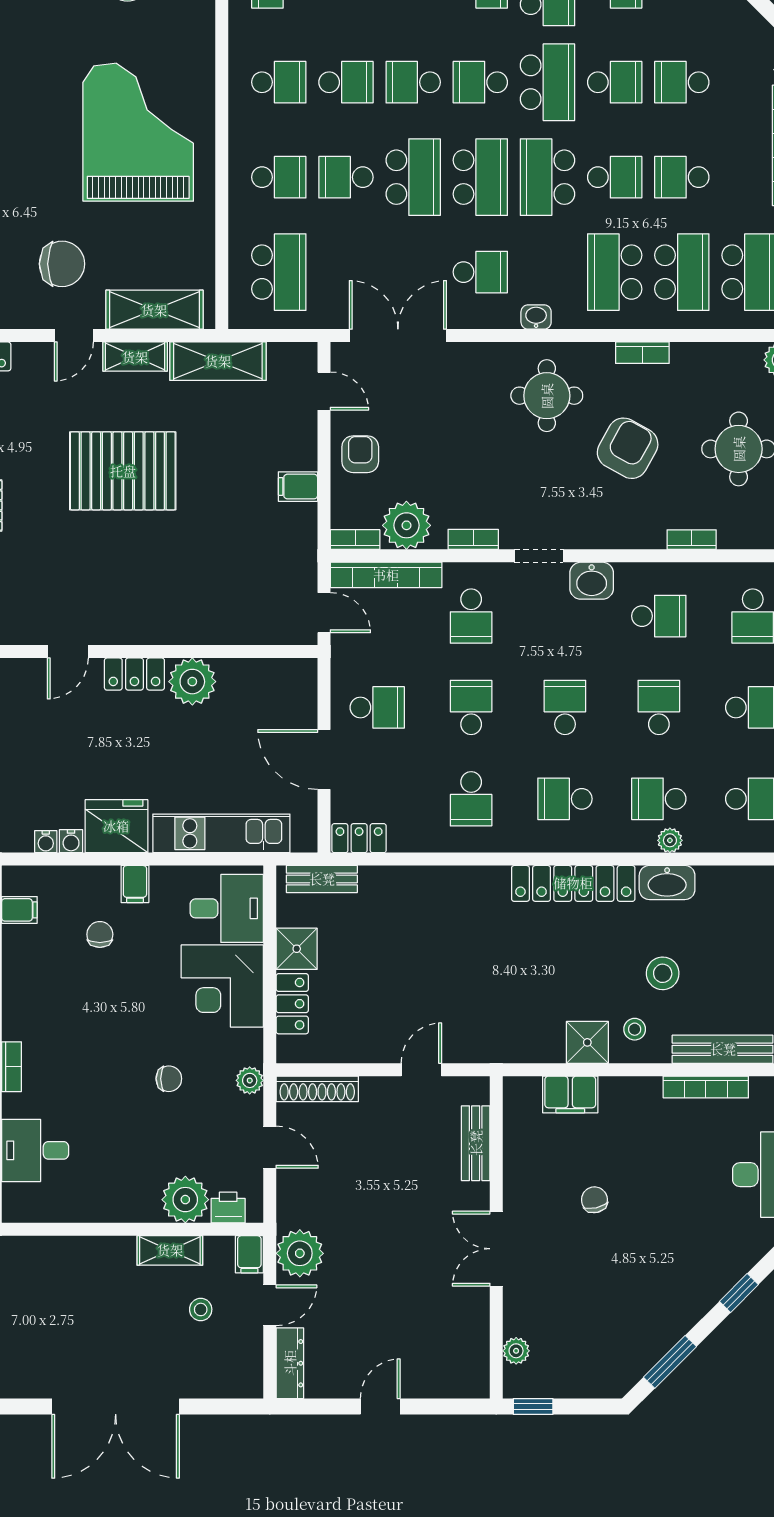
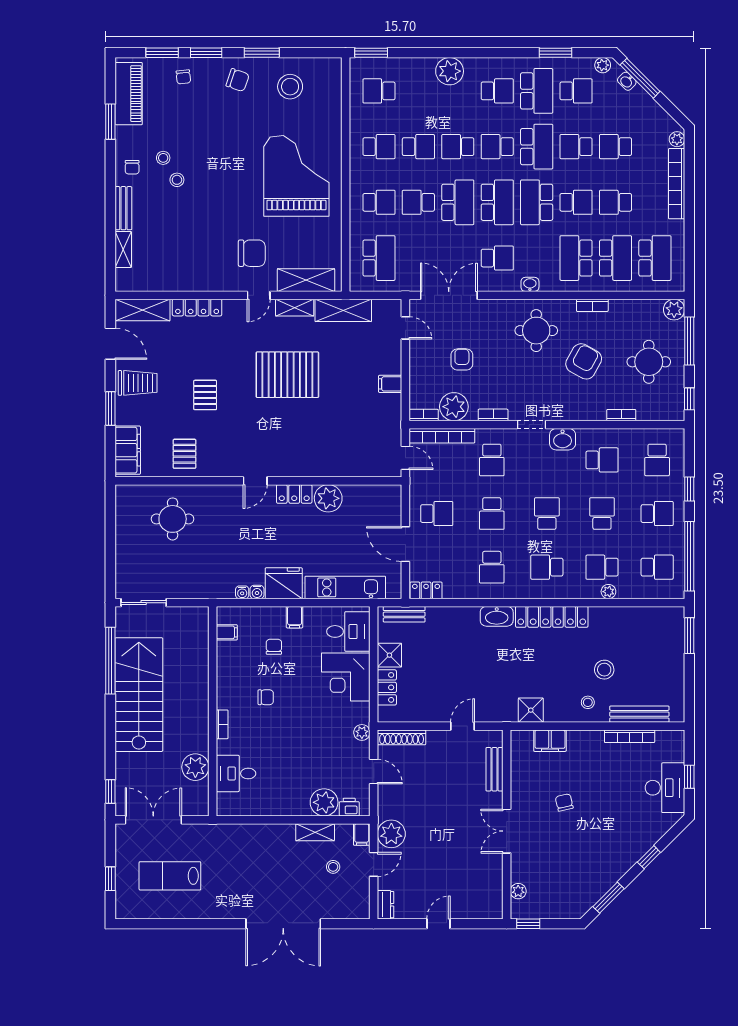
school desk: (615, 82) -> (576, 147), turned 180
armchair: (360, 454) -> (462, 359), moved
school desk: (471, 707) -> (492, 514), turned 180
washbasin: (667, 883) -> (497, 616), moved
shower: (587, 1042) -> (531, 710), moved
chair: (169, 1079) -> (266, 697), moved
dresser: (290, 1363) -> (385, 905), width x0.70

